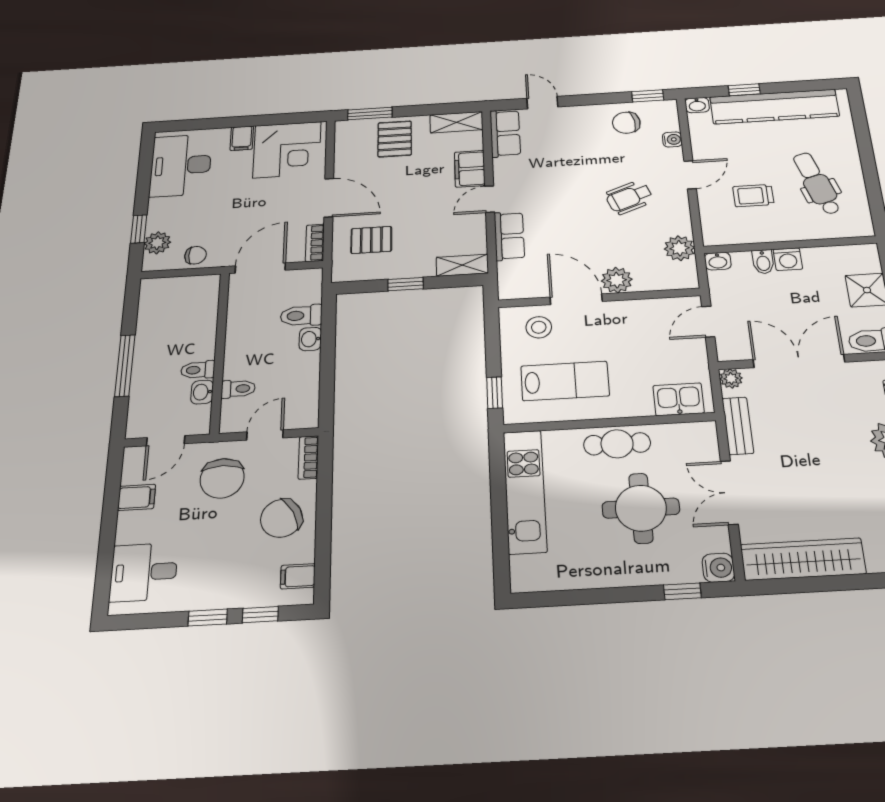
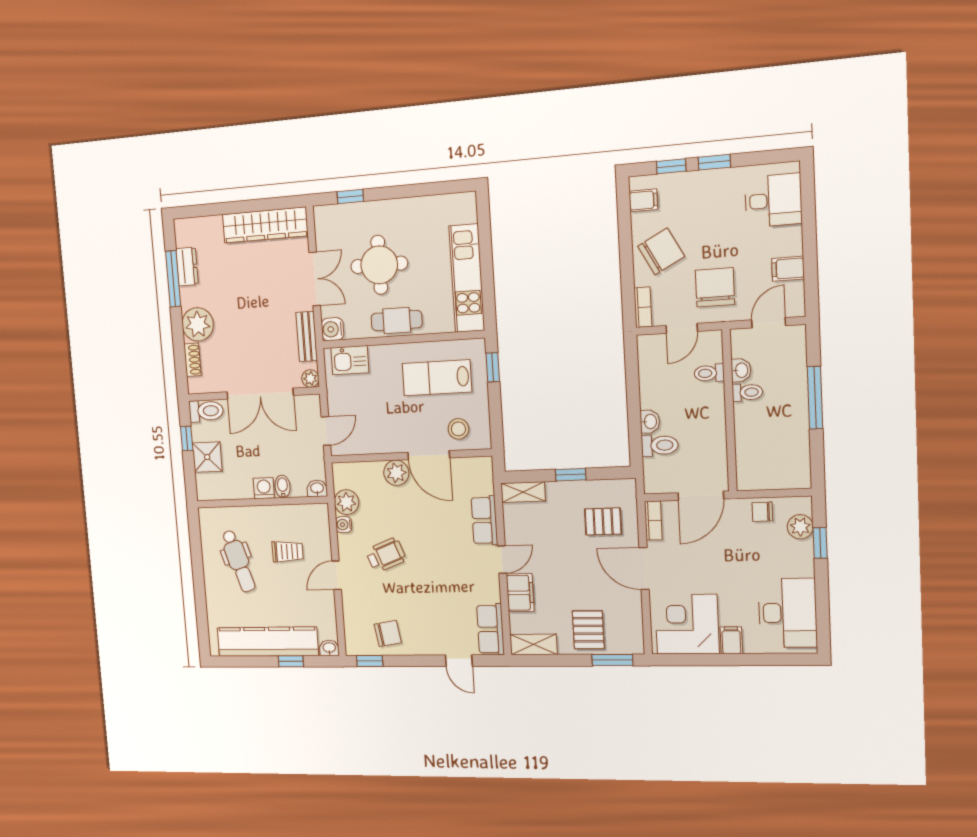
water cooler: (672, 139) -> (344, 525), moved
water cooler: (718, 568) -> (332, 329), moved

